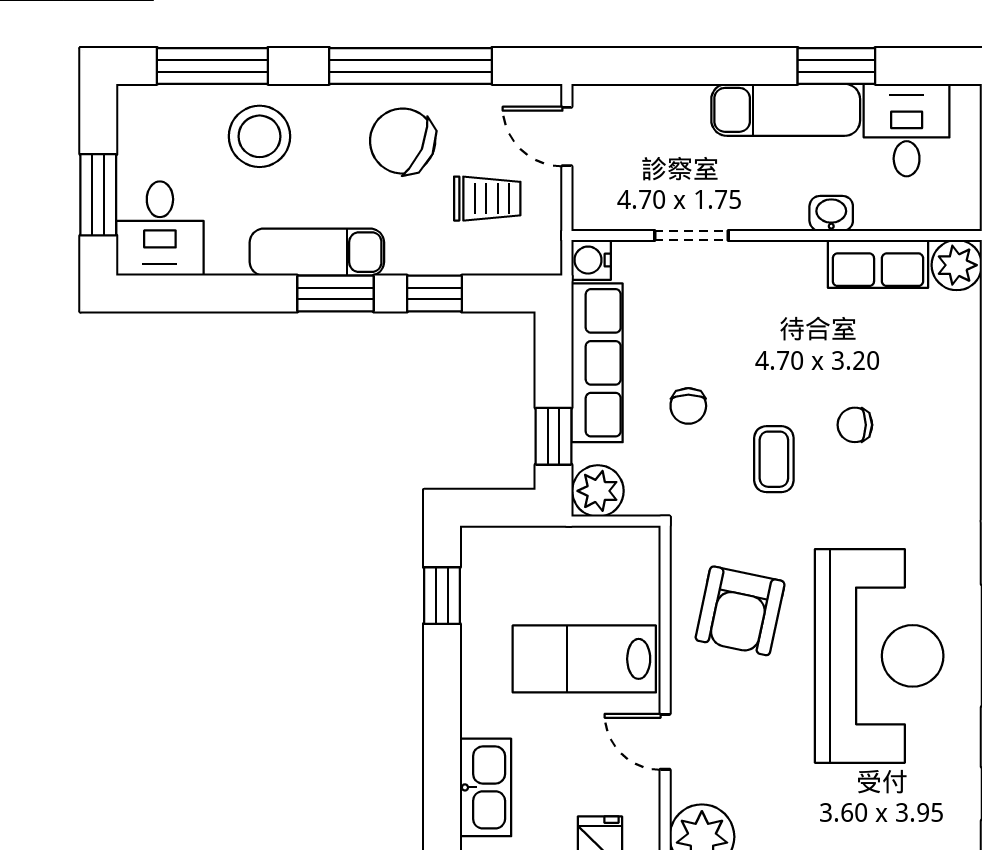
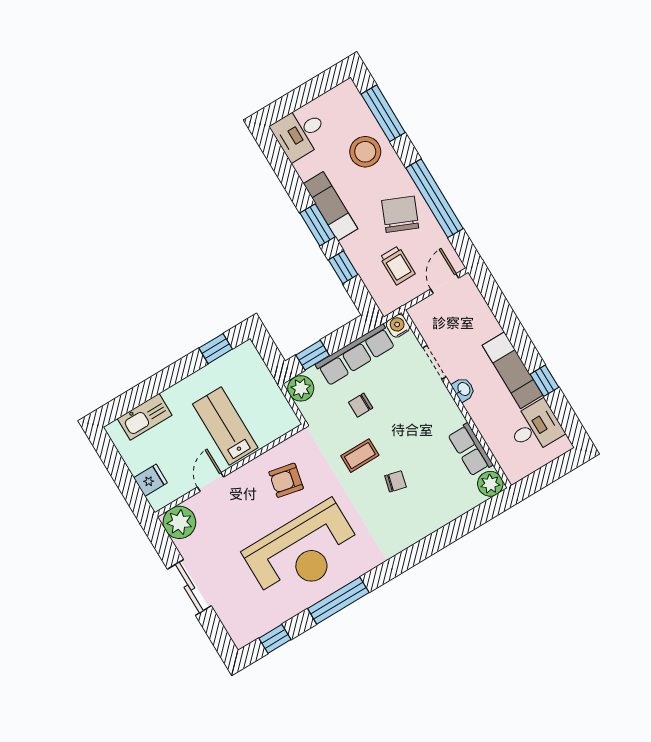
window: (836, 66) -> (545, 381), width x0.67
window: (98, 195) -> (298, 98), removed
washbasin: (831, 213) -> (463, 389), moved
chair: (855, 425) -> (395, 481), turned 104
armchair: (740, 611) -> (286, 480), width x0.72, depth x0.72

